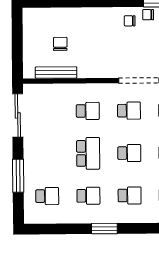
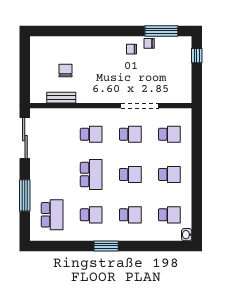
bench: (56, 72) -> (61, 98), width x0.73
school desk: (47, 196) -> (52, 215), width x1.85

